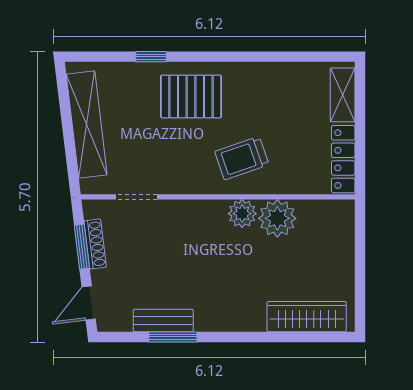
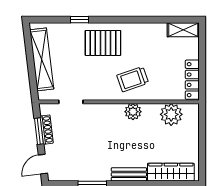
shelving: (343, 95) -> (183, 30), moved, turned 90
plant: (277, 218) -> (171, 114), moved
bench: (163, 320) -> (129, 174), moved

